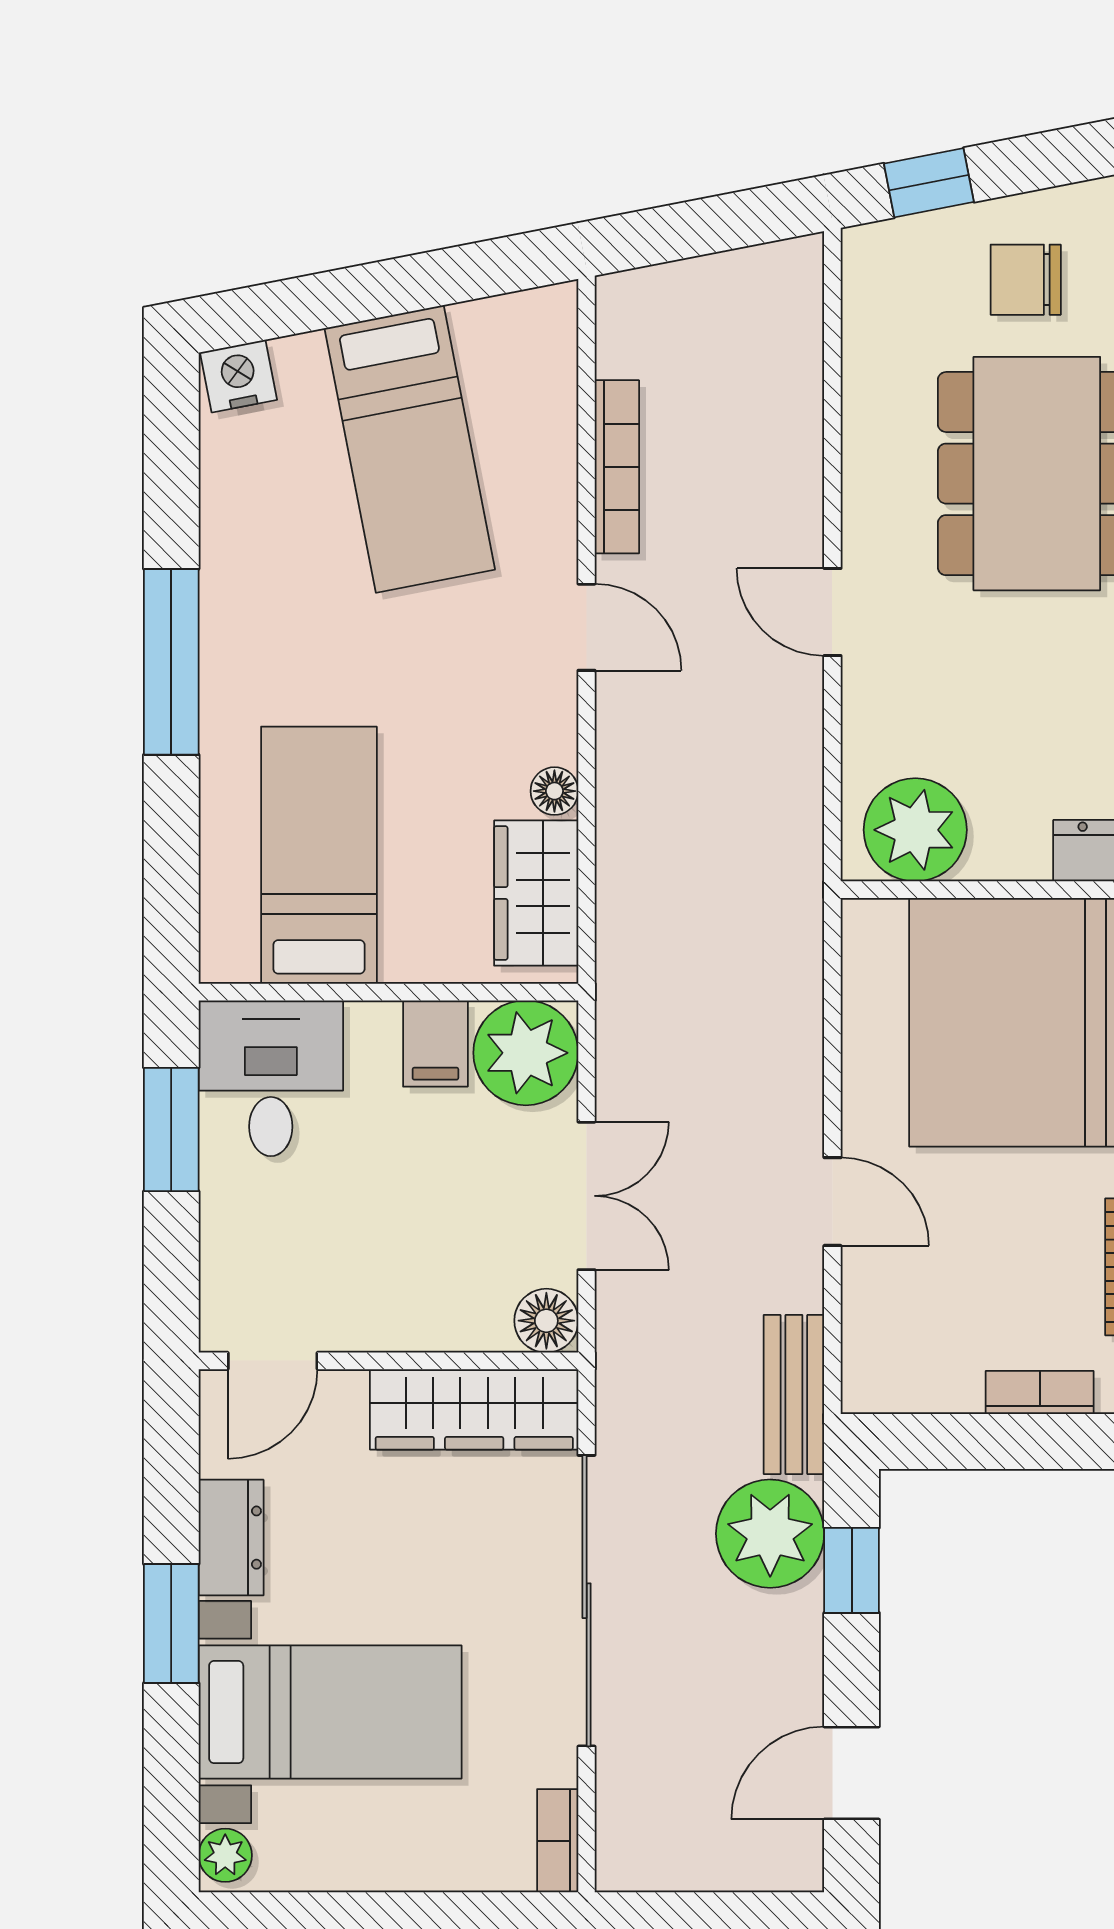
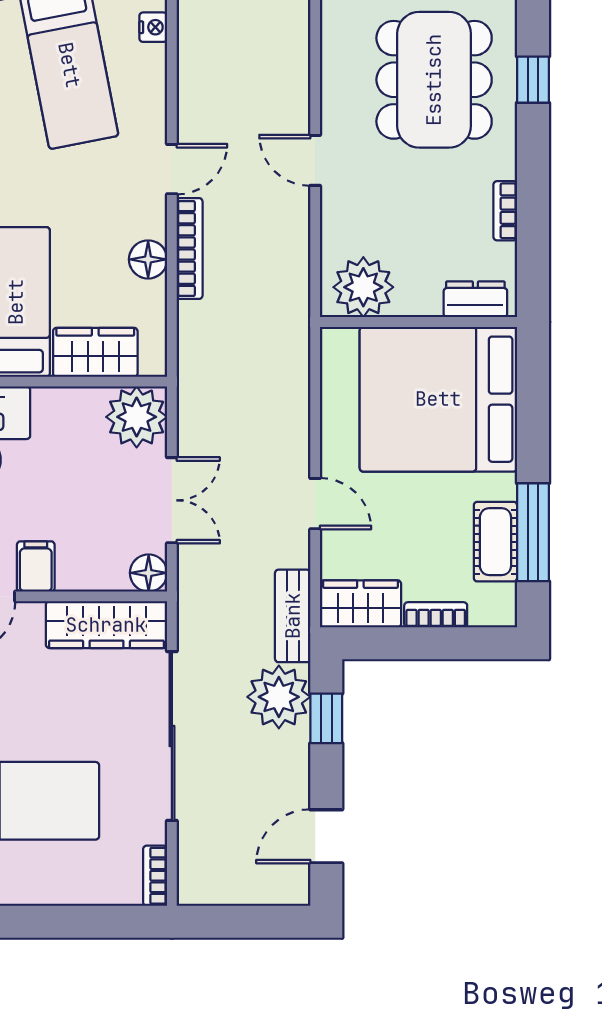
nightstand: (554, 383) -> (153, 27), added
bookcase: (617, 467) -> (190, 248), moved
door: (587, 627) -> (172, 169), hinge flipped
floor lamp: (554, 791) -> (148, 259), width x1.37, depth x1.37
wardrobe: (536, 893) -> (95, 352), moved, turned 90
filing cabinet: (435, 1043) -> (36, 566), moved, turned 180
wardrobe: (910, 1374) -> (360, 604), added

